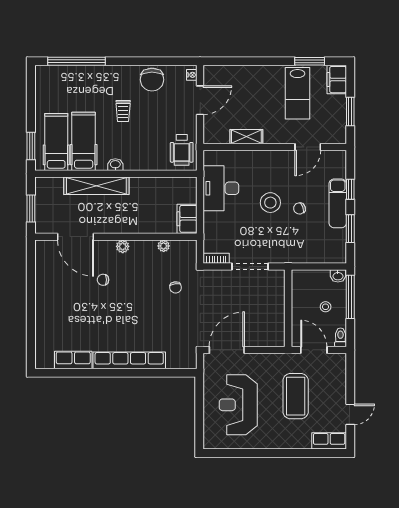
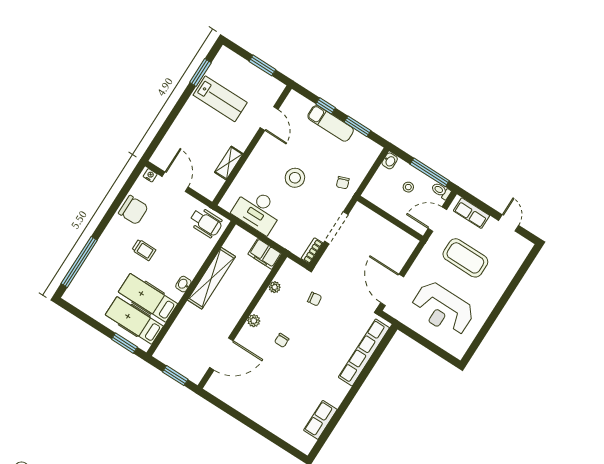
filing cabinet: (337, 80) -> (229, 60), removed
shelving: (96, 186) -> (211, 278), moved
chair: (299, 208) -> (343, 183), moved
chair: (103, 280) -> (282, 340), moved
window: (350, 297) -> (430, 172), moved
row of seats: (129, 360) -> (364, 352), moved
row of seats: (329, 441) -> (471, 213), moved, turned -90

